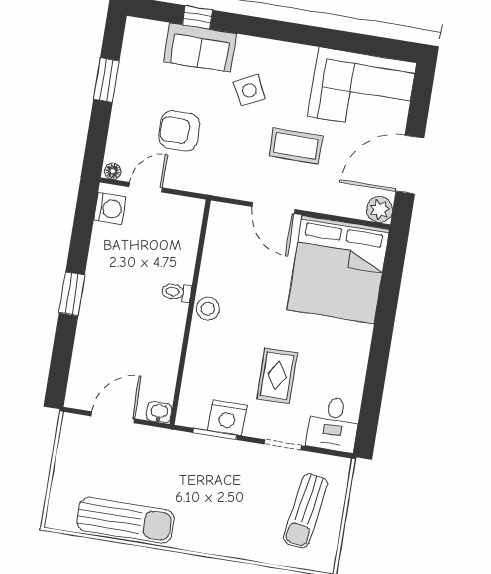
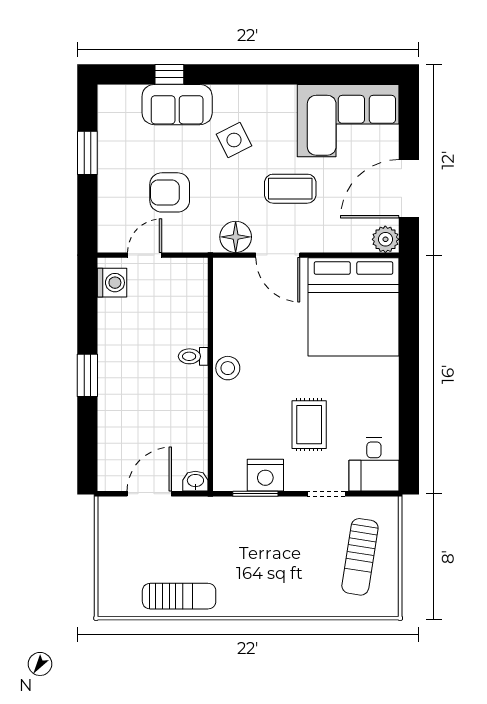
floor lamp: (113, 171) -> (236, 237), moved, width x1.89, depth x1.89
sun lounger: (126, 520) -> (179, 596), width x0.73, depth x0.75

